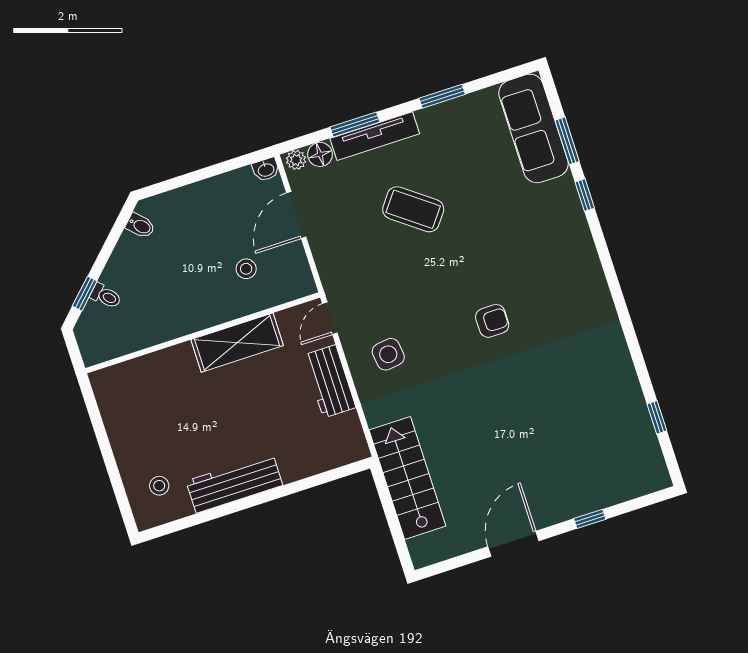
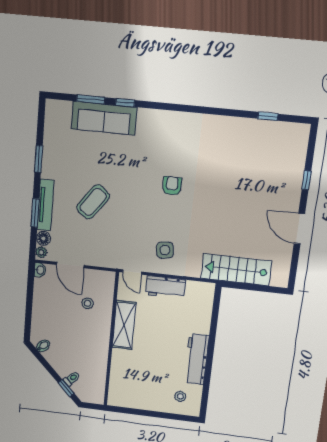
sofa: (533, 128) -> (104, 118), moved

